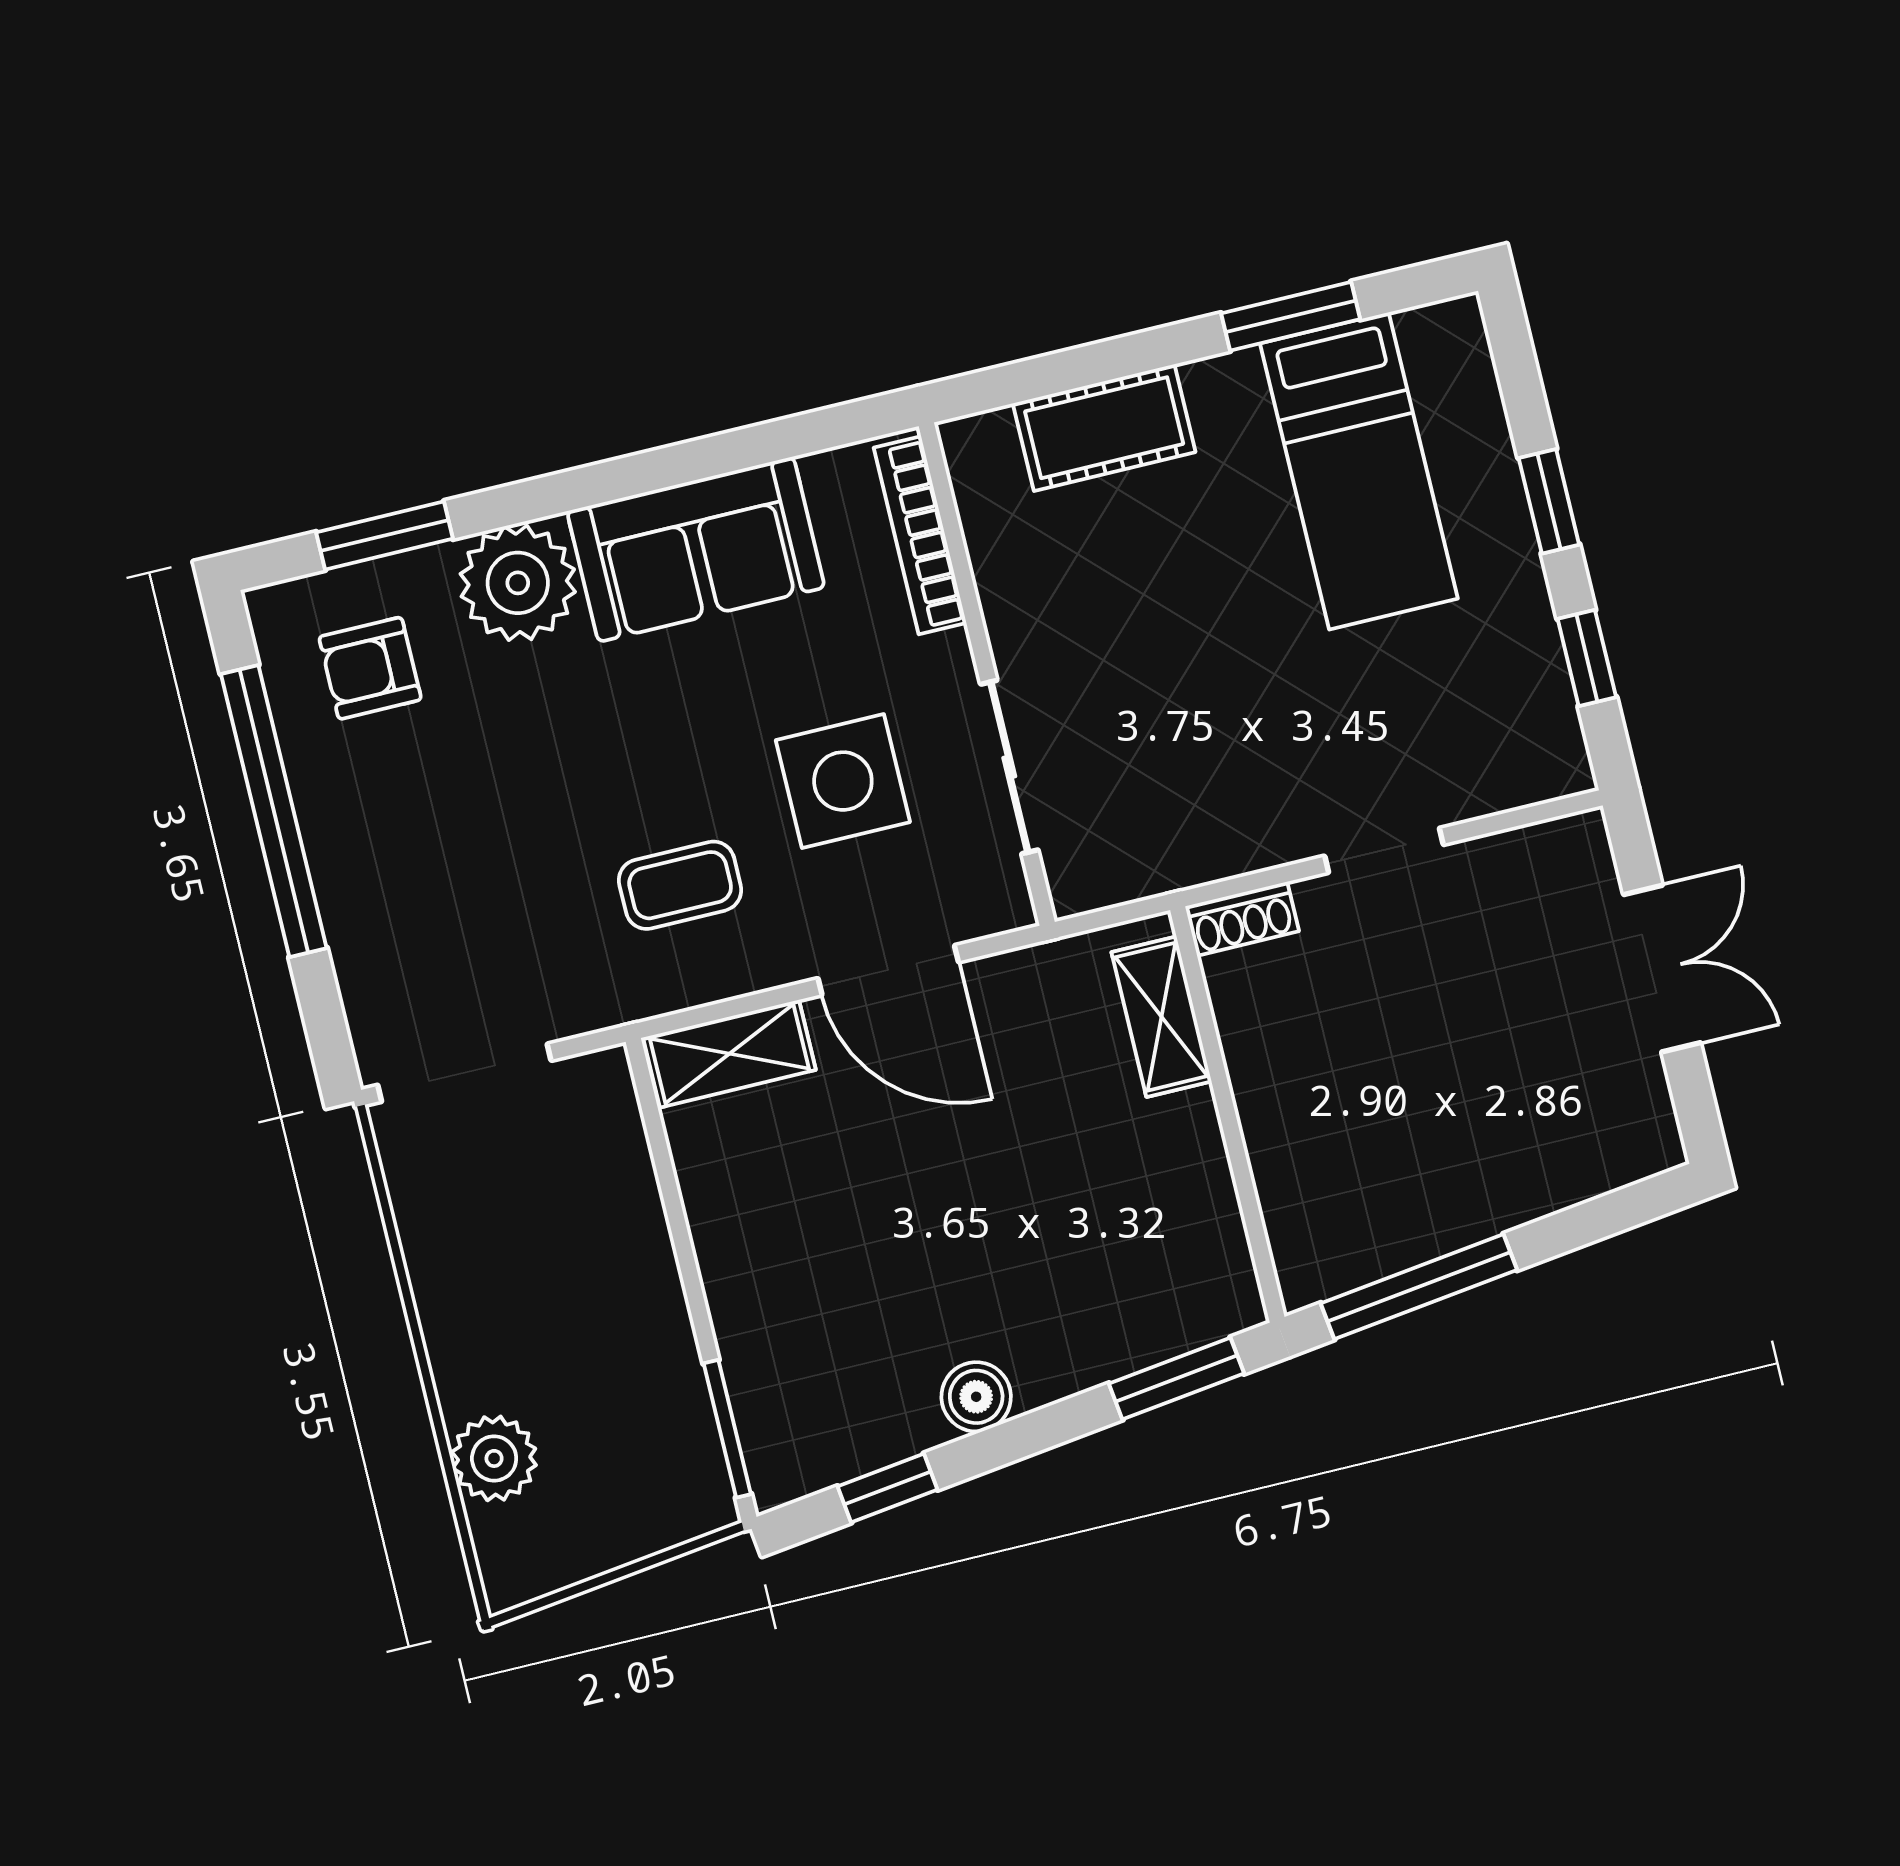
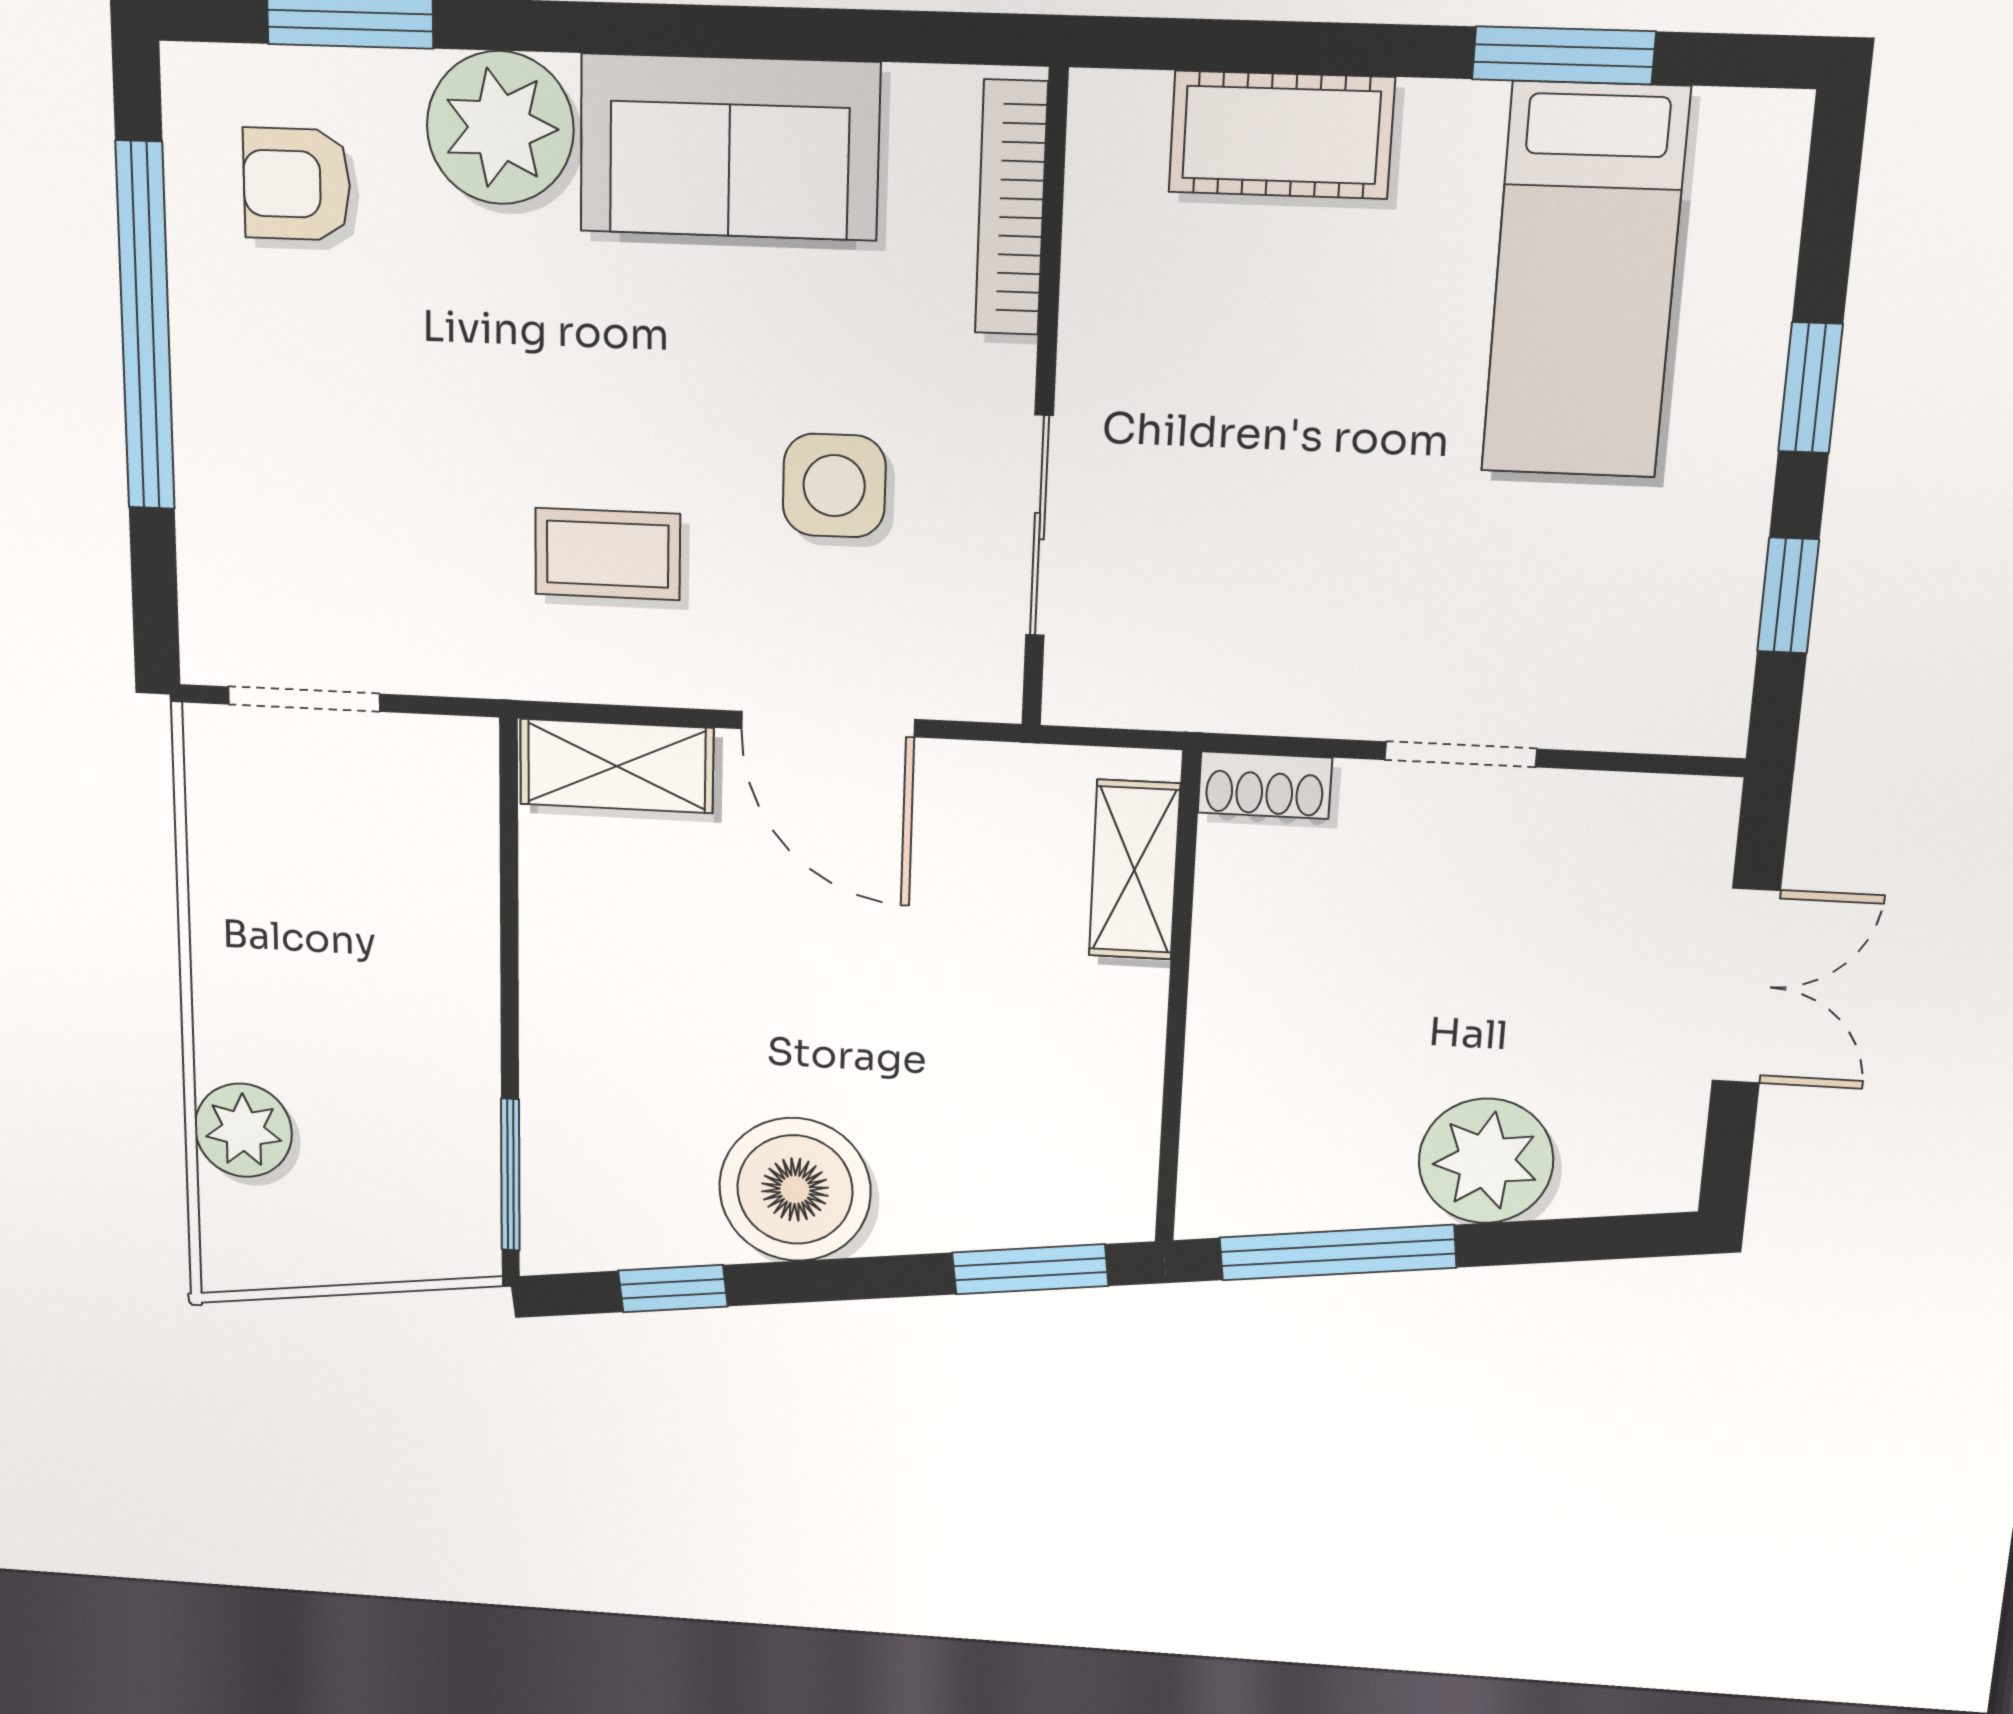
side table: (843, 781) -> (834, 486), width x0.73, depth x0.73
doorway: (464, 1073) -> (304, 699), width x0.73
plant: (1511, 1173) -> (1486, 1161), added
boiler: (976, 1397) -> (795, 1190), width x1.86, depth x1.86

